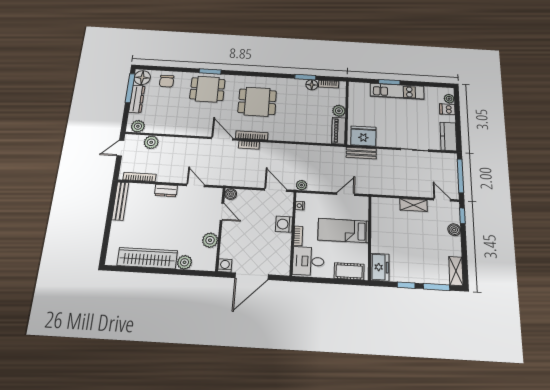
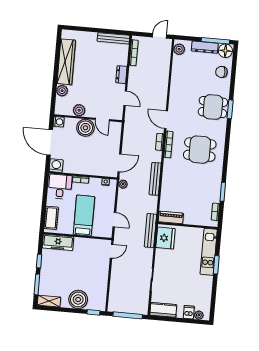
floor lamp: (312, 85) -> (215, 197), removed
dining table: (207, 89) -> (213, 107), turned 90
kitchen unit: (397, 91) -> (209, 252), moved
dining table: (257, 102) -> (200, 150), turned 90
plant: (339, 111) -> (189, 219), removed
door: (222, 139) -> (166, 120), swing flipped
plant: (151, 142) -> (164, 61), removed
door: (120, 148) -> (160, 36), hinge flipped
bench: (294, 149) -> (155, 179), added
bench: (361, 153) -> (150, 231), width x1.36
door: (196, 185) -> (125, 98), hinge flipped
boiler: (231, 194) -> (85, 128), moved, width x1.86, depth x1.86
door: (442, 200) -> (112, 251), moved
shelving: (414, 205) -> (104, 274), removed
door: (222, 212) -> (102, 120), hinge flipped
washing machine: (284, 224) -> (56, 166), moved
boiler: (454, 230) -> (78, 299), width x1.86, depth x1.86
freezer: (380, 267) -> (58, 242), width x1.40

